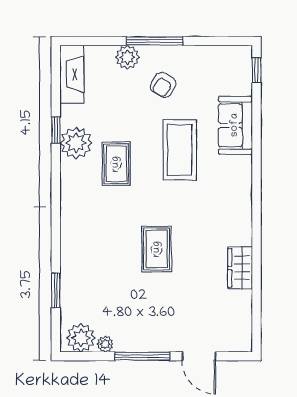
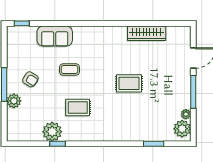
fireplace: (72, 74) -> (24, 134), removed
plant: (76, 143) -> (52, 132), moved
coffee table: (180, 150) -> (70, 70), width x0.54, depth x0.58
wardrobe: (240, 268) -> (147, 33), width x1.50

